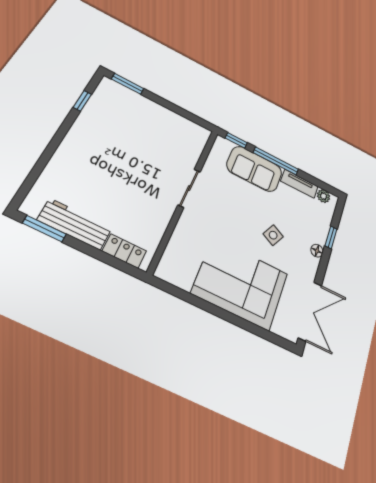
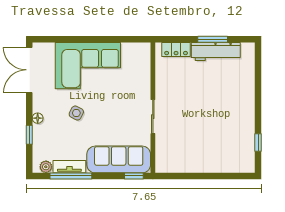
window: (128, 84) -> (235, 176), removed
window: (276, 161) -> (71, 176), moved
sofa: (254, 169) -> (119, 159), width x1.36
window: (44, 229) -> (213, 39), moved

